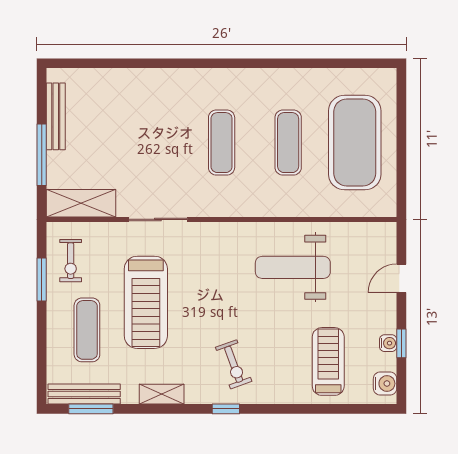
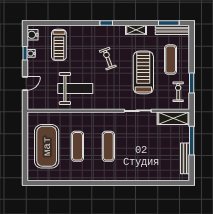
exercise bike: (234, 364) -> (108, 59), moved

